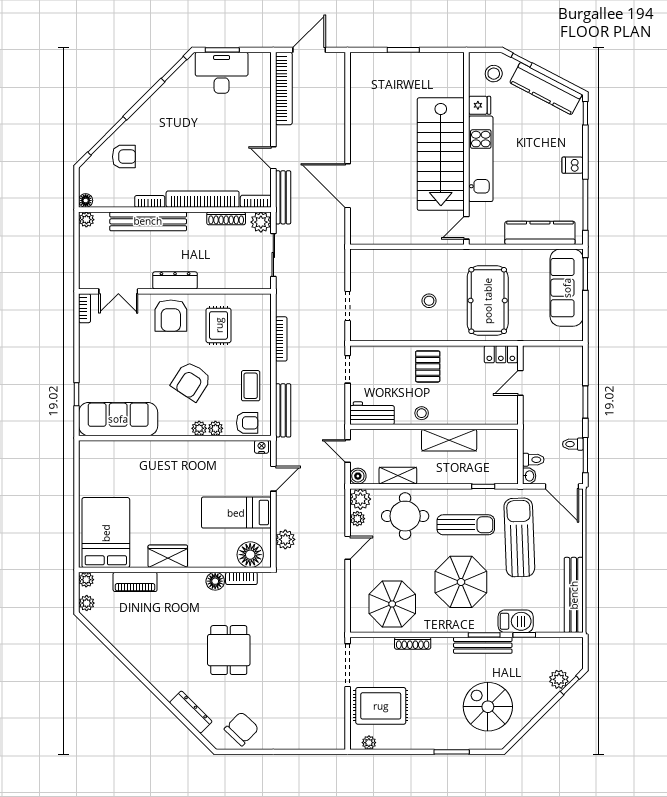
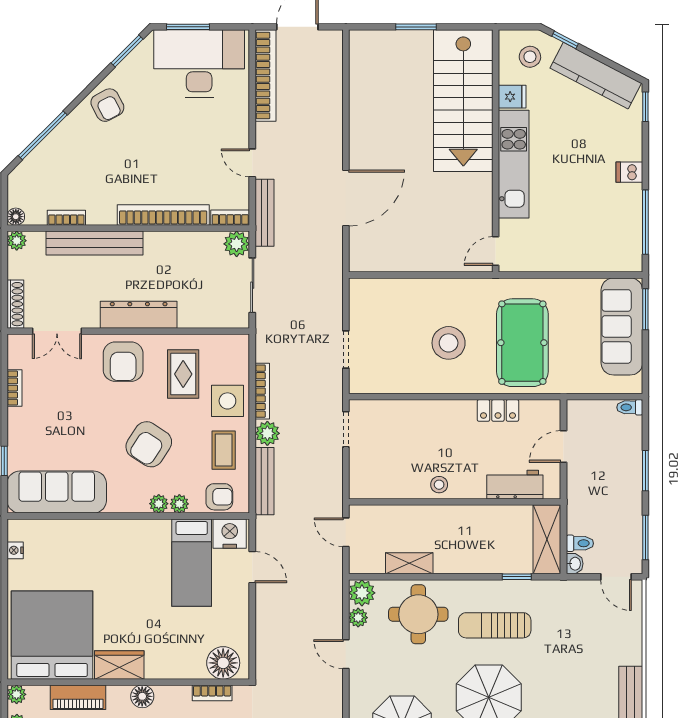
desk: (222, 73) -> (199, 64), width x1.36, depth x1.30
stairs: (441, 154) -> (463, 101), moved
armchair: (124, 157) -> (107, 105), moved, turned 62
door: (348, 186) -> (346, 198), swing flipped
bookcase: (150, 201) -> (66, 218), moved
shoe rack: (226, 218) -> (15, 304), moved, turned -90
kitchen counter: (540, 233) -> (588, 257), removed
dresser: (175, 280) -> (139, 315), width x1.37, depth x1.24
stool: (429, 301) -> (449, 343), width x1.89, depth x1.89
bookcase: (85, 308) -> (14, 388), moved
side table: (254, 347) -> (227, 401), added
locker: (501, 354) -> (498, 410), moved
pallet: (428, 366) -> (447, 426), removed
workbench: (372, 413) -> (515, 485), moved
shelving: (449, 440) -> (547, 539), moved, turned 90
toilet: (573, 444) -> (630, 407), moved
nightstand: (262, 447) -> (230, 534), width x1.89, depth x1.79
nightstand: (85, 465) -> (15, 550), added
boiler: (358, 476) -> (359, 564), removed
door: (273, 479) -> (252, 567), hinge flipped
door: (562, 486) -> (616, 577), width x0.73
bed: (236, 513) -> (192, 563), moved, turned -90
sun lounger: (466, 525) -> (495, 625), turned 180
bed: (106, 533) -> (52, 635), width x1.36
sun lounger: (519, 537) -> (562, 641), removed
plant: (285, 539) -> (267, 433), moved
door: (348, 548) -> (346, 654), swing flipped
floor lamp: (215, 581) -> (142, 696), moved

